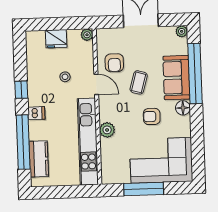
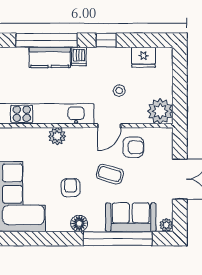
plant: (87, 35) -> (160, 111), width x1.87, depth x1.87
fridge: (56, 39) -> (143, 57), moved, turned -90
armchair: (114, 63) -> (133, 147), turned 180
sofa: (176, 78) -> (131, 217), moved
kitchen counter: (39, 159) -> (50, 57), moved

